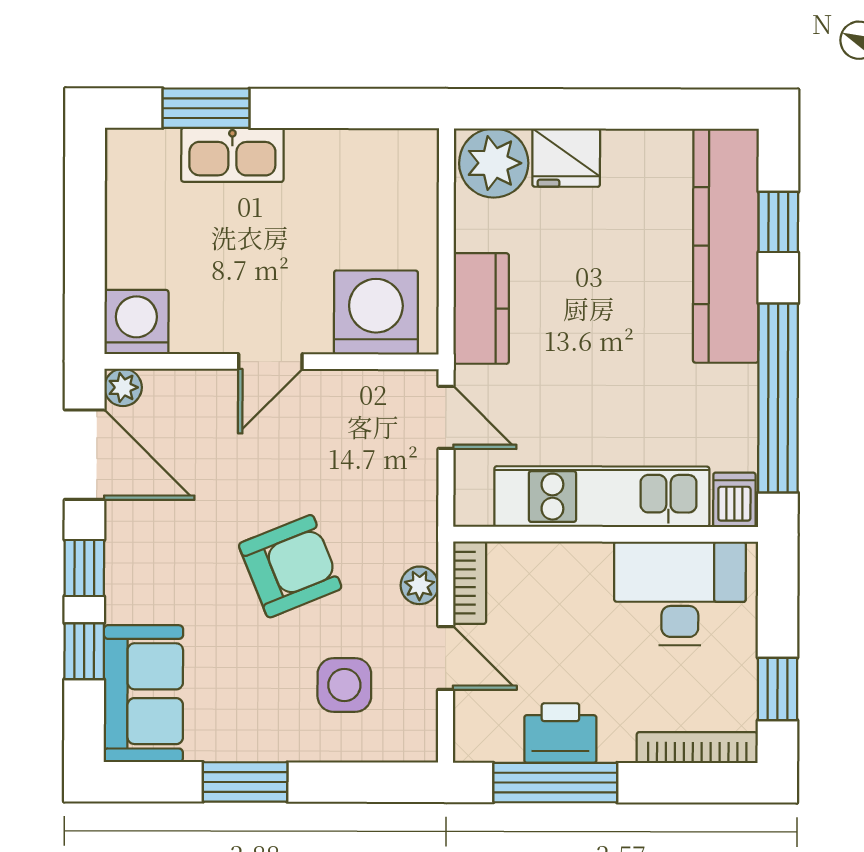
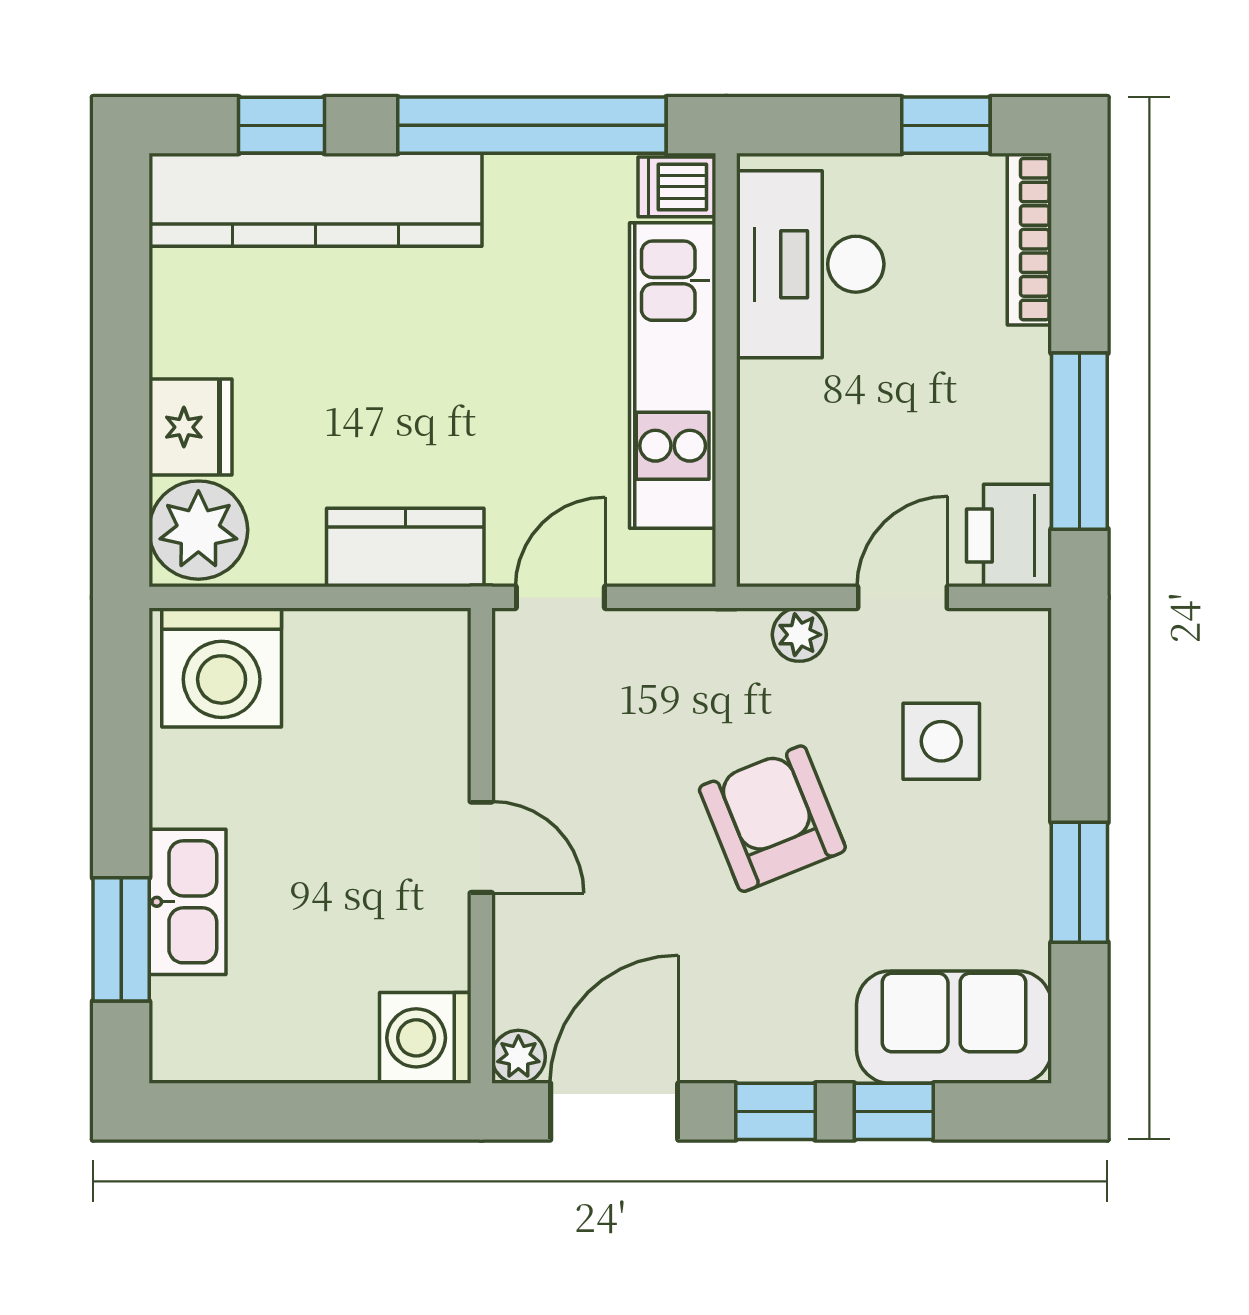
washing machine: (376, 312) -> (222, 667), moved, turned -90
bookcase: (470, 583) -> (795, 563), removed
printer: (560, 733) -> (1009, 536), moved

